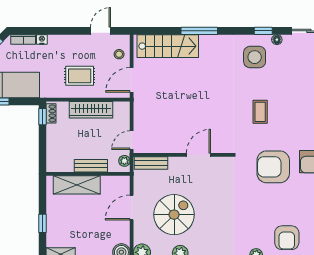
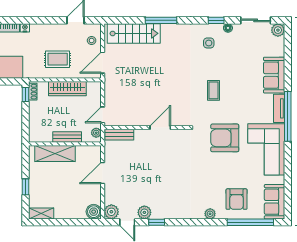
side table: (255, 57) -> (209, 43), width x0.54, depth x0.54
spiral stairs: (174, 215) -> (139, 179), removed

